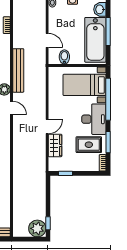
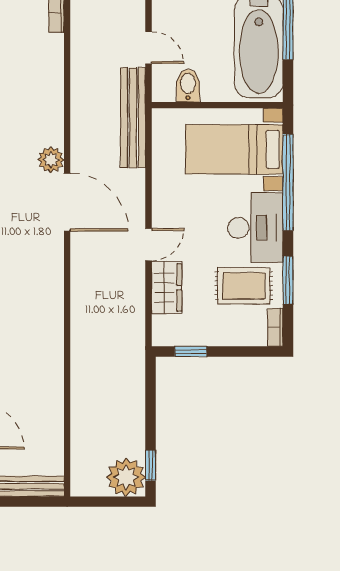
bench: (18, 70) -> (133, 118), moved
door: (11, 108) -> (67, 202), width x1.88

